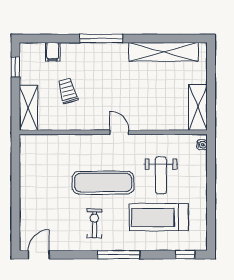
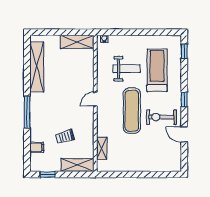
shelving: (51, 141) -> (102, 148), added
treadmill: (159, 217) -> (157, 70), turned 180
exercise bike: (94, 223) -> (161, 117), width x1.38, depth x1.39
door: (39, 255) -> (184, 135), moved
window: (119, 255) -> (184, 100), width x0.46

